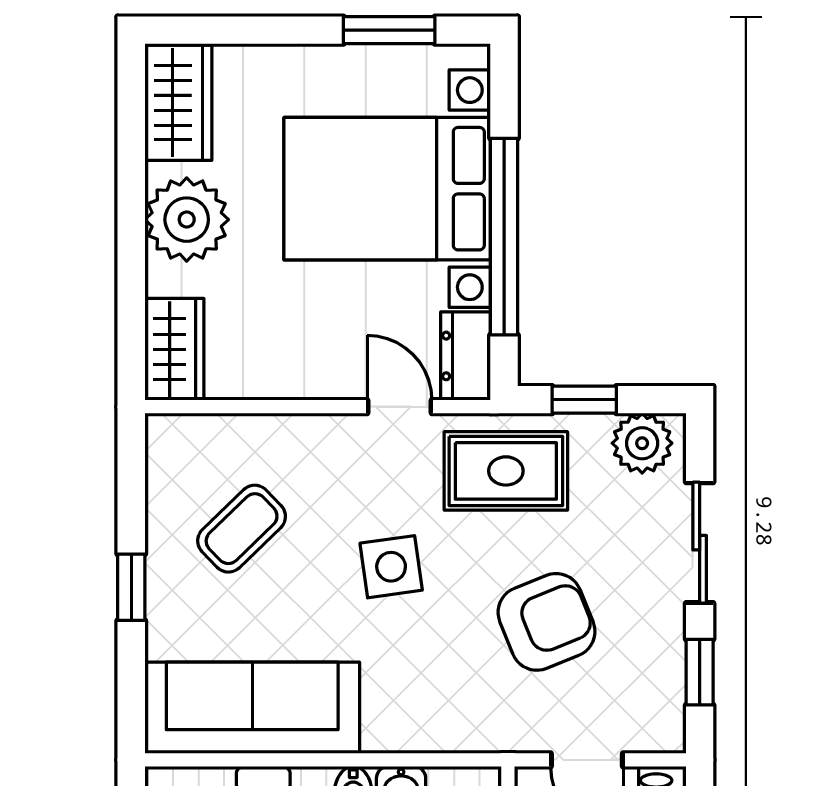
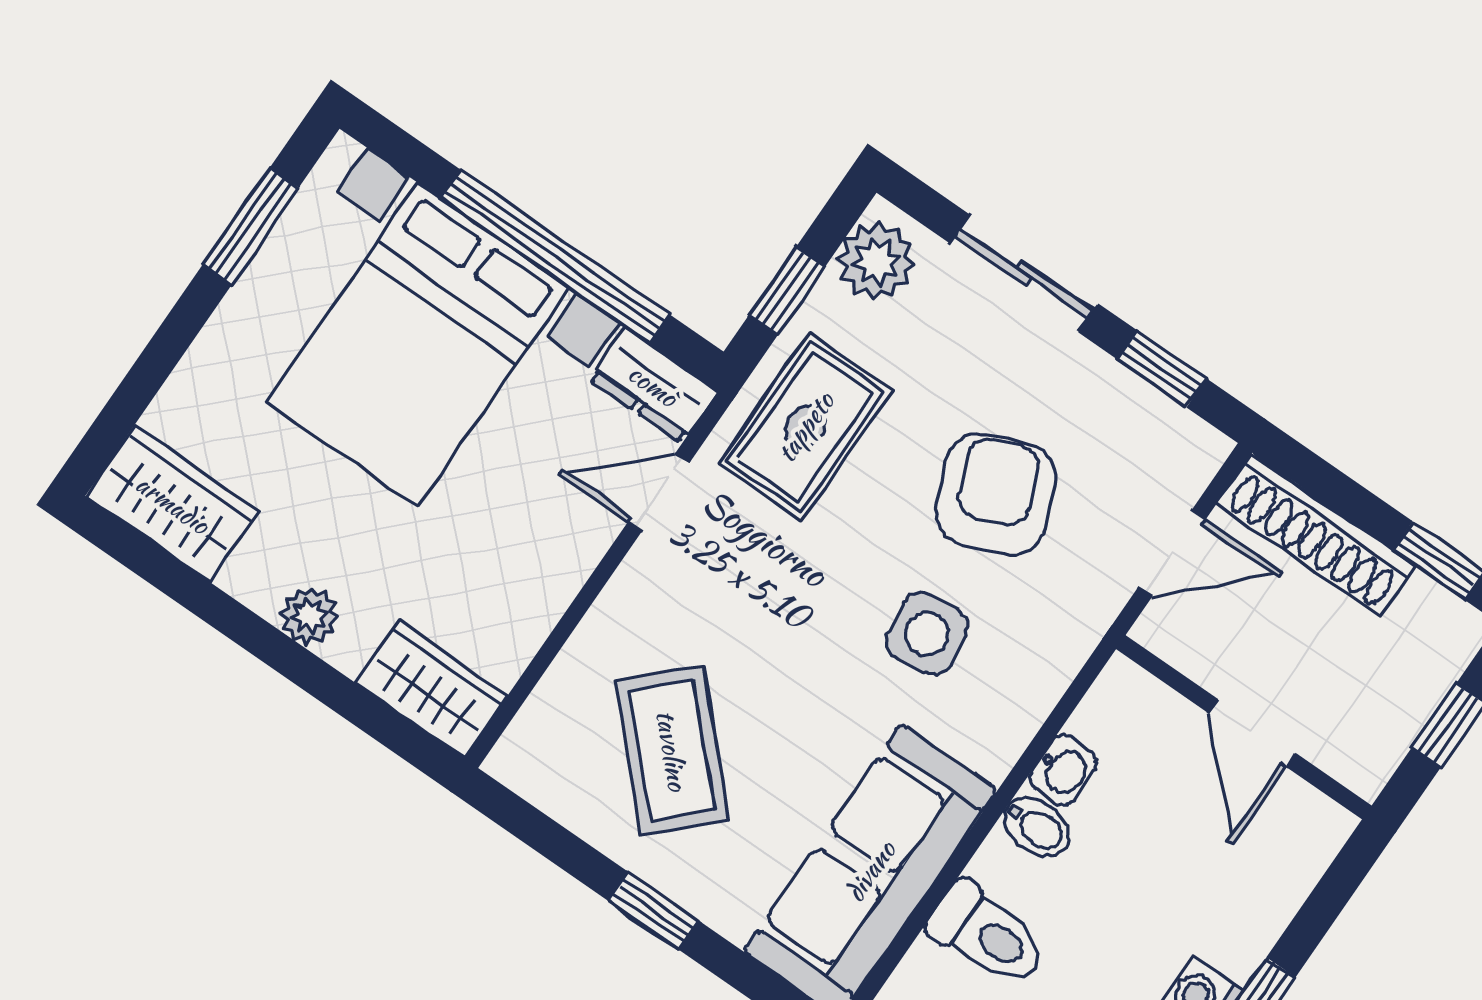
plant: (187, 220) -> (309, 616), width x0.53, depth x0.53
coffee table: (242, 529) -> (672, 750), width x1.36, depth x1.30
side table: (391, 567) -> (927, 634), moved

